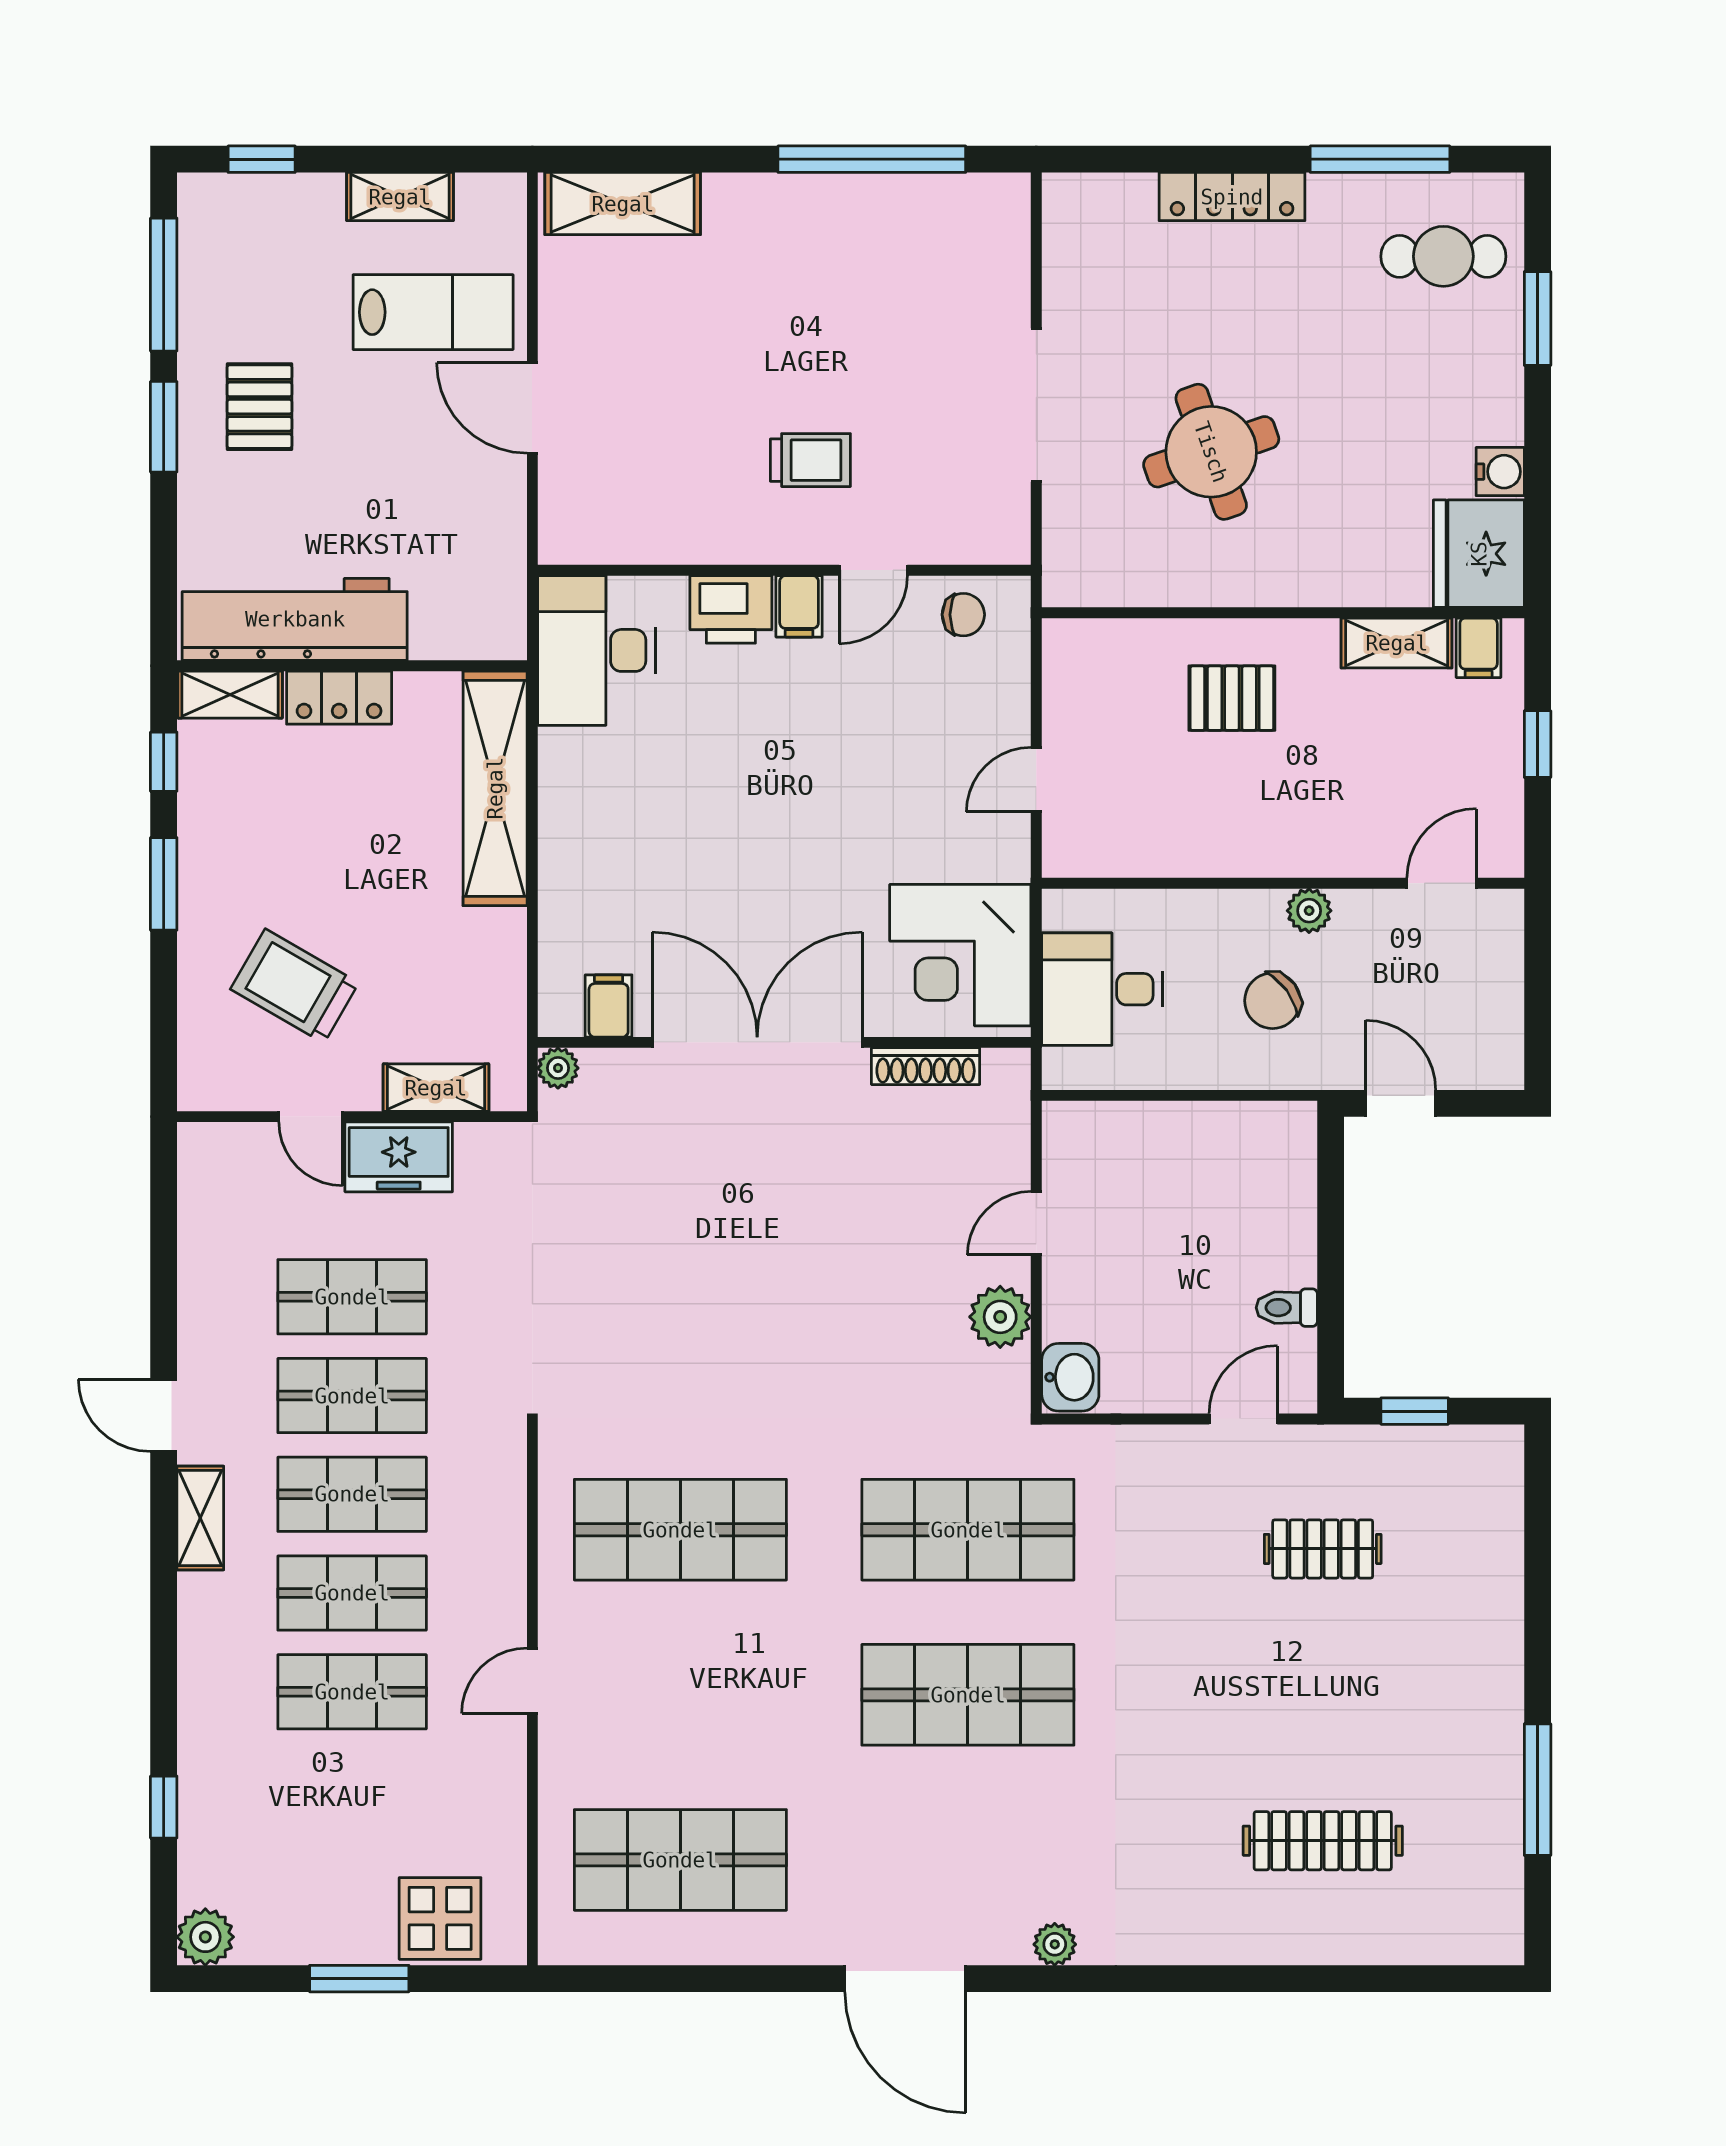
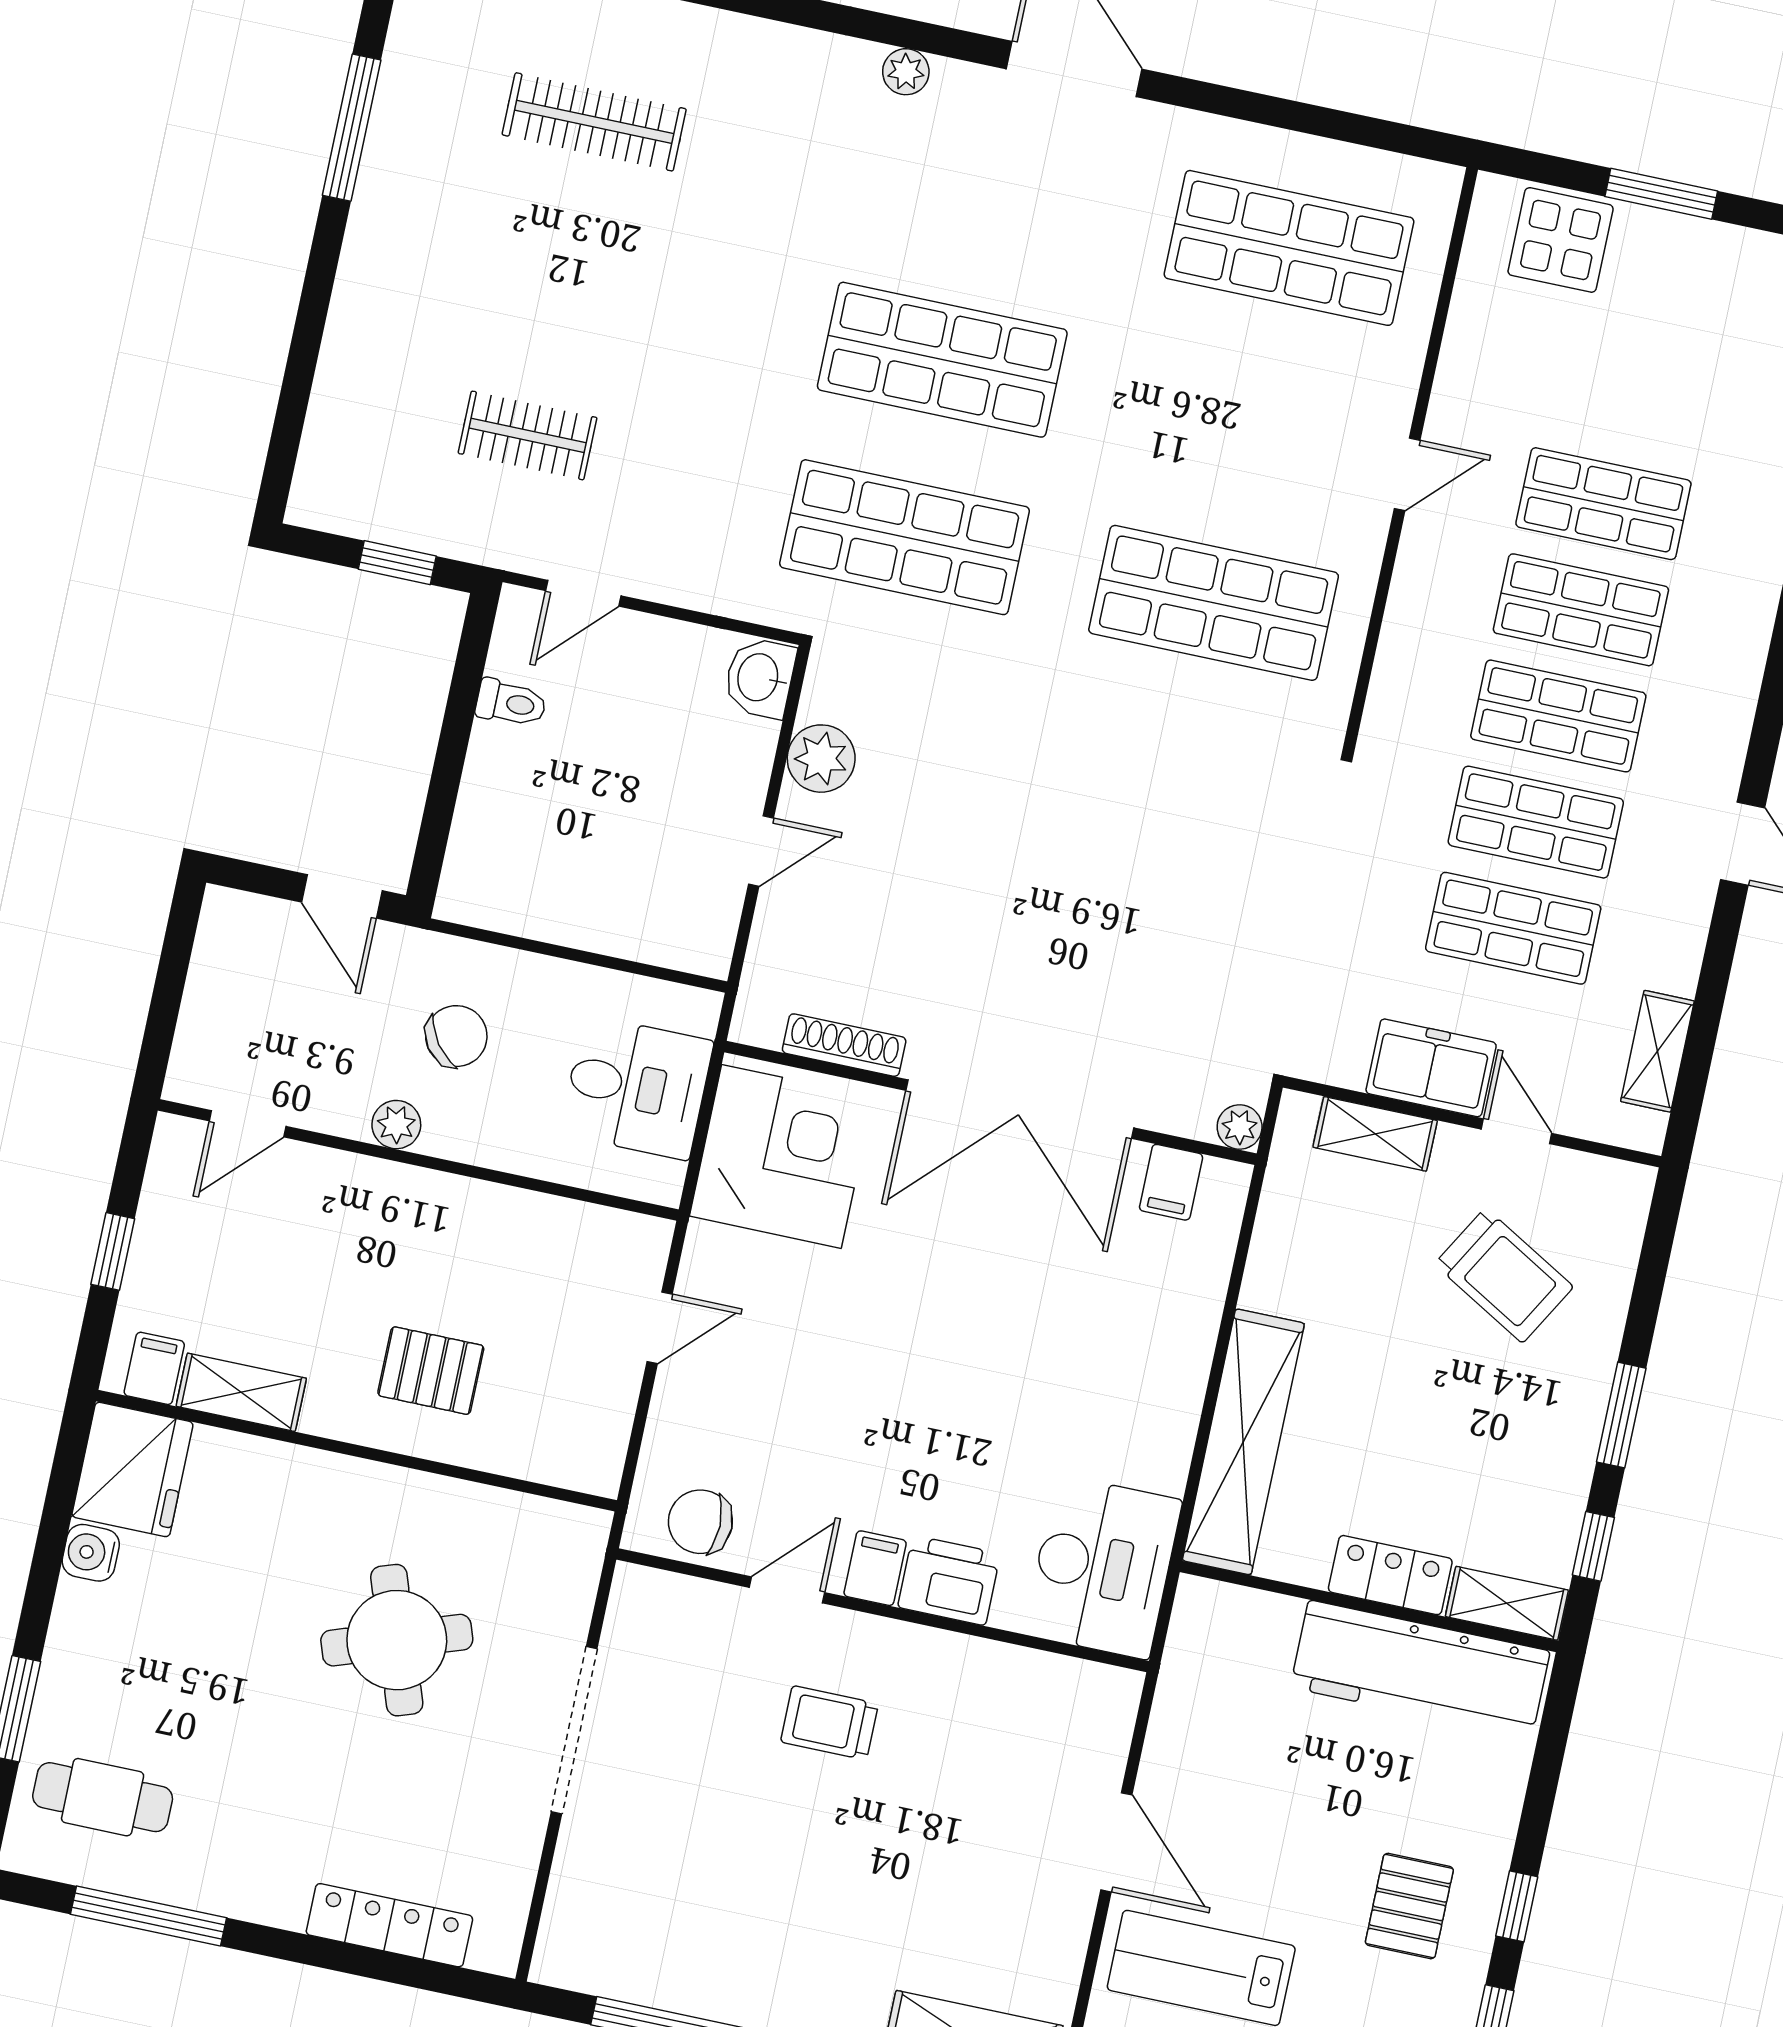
locker: (1232, 197) -> (389, 1925), moved
window: (164, 427) -> (1517, 1906), width x0.67
chair: (963, 615) -> (700, 1522), width x1.37, depth x1.37
shelving: (200, 1518) -> (1657, 1051), moved

